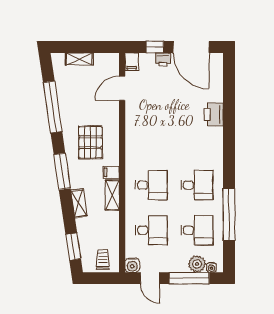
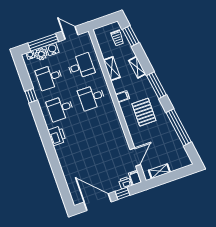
shelving: (79, 59) -> (159, 171), moved
printer: (163, 60) -> (125, 183), moved
printer: (214, 114) -> (57, 136), moved
shelving: (112, 195) -> (112, 69), moved
window: (229, 214) -> (31, 96), width x0.32
desk: (151, 230) -> (81, 66), turned 180
trolley: (103, 259) -> (117, 38), moved
water cooler: (132, 265) -> (52, 49), moved

